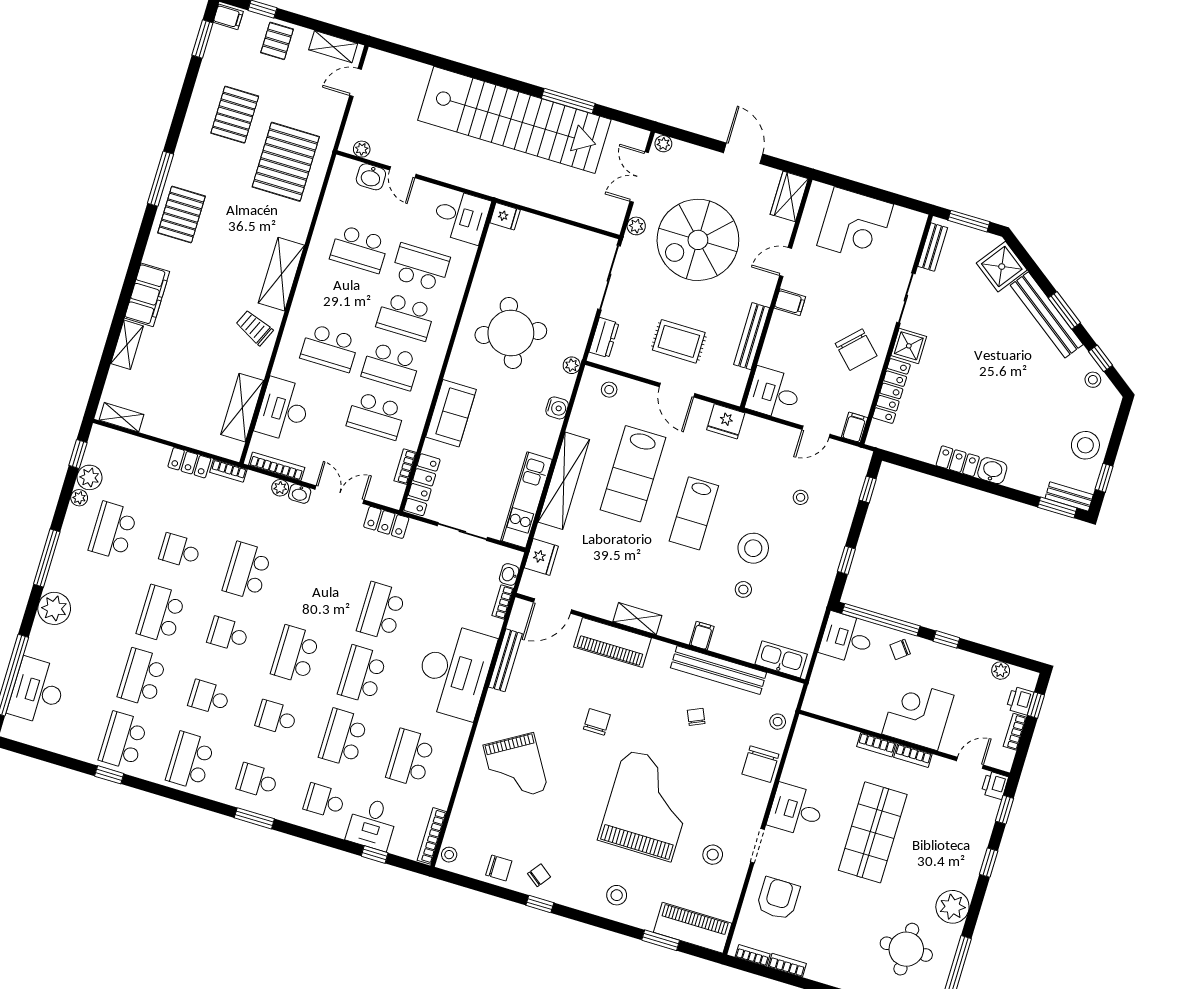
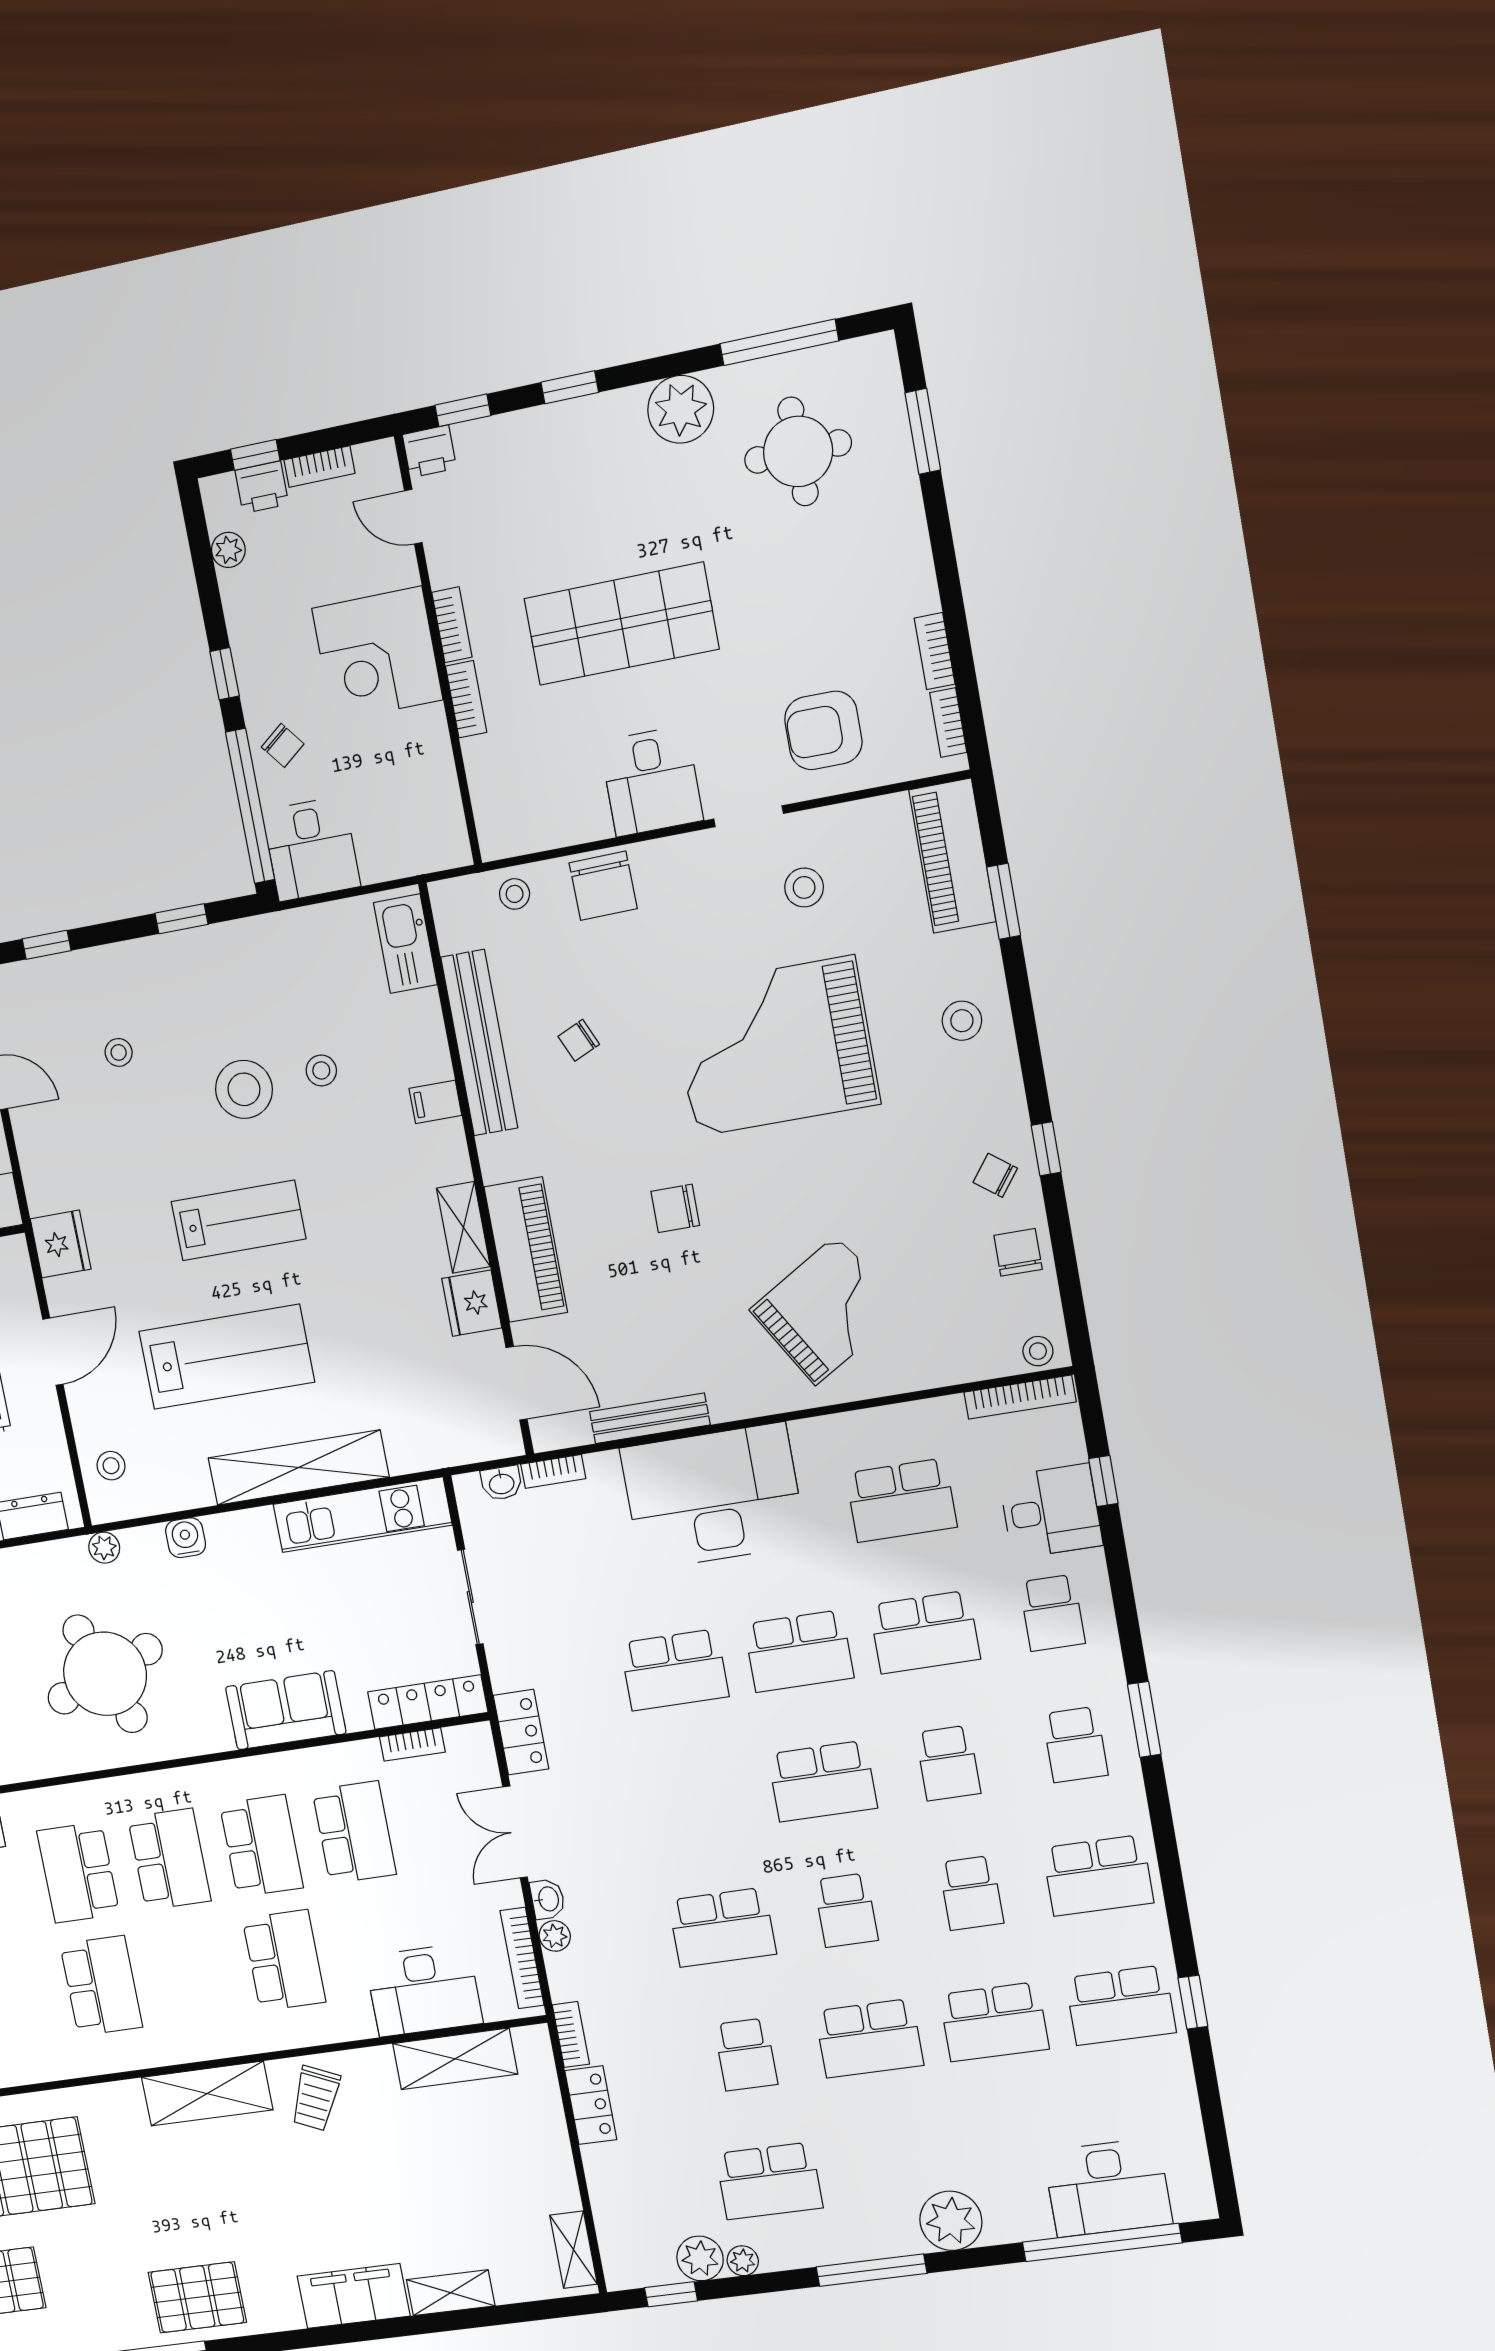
fridge: (541, 557) -> (472, 1303), moved, turned -90
chair: (760, 764) -> (603, 886), turned 89

